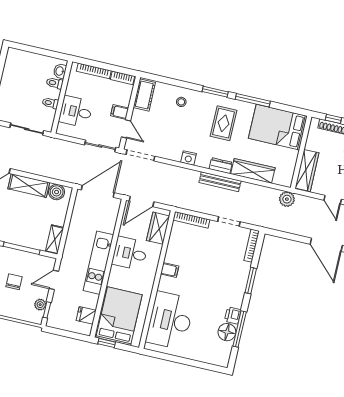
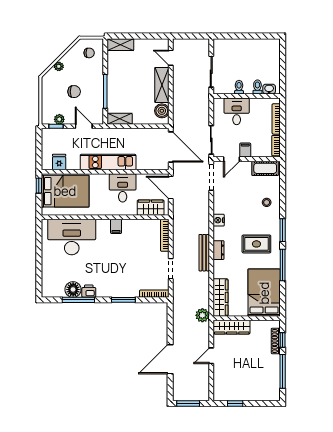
wardrobe: (253, 171) -> (220, 297), moved

